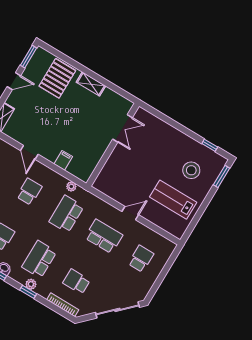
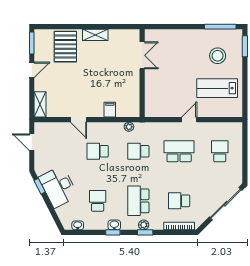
window: (210, 145) -> (220, 27), width x2.17
school desk: (29, 192) -> (98, 151), turned -90
school desk: (66, 214) -> (138, 151), width x0.54

